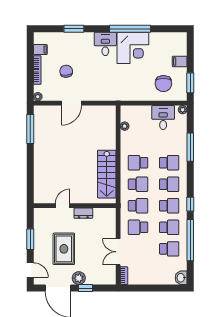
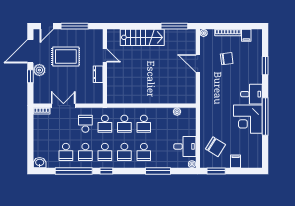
chair: (163, 84) -> (216, 147), turned -148
school desk: (138, 163) -> (144, 124), turned 180
stairs: (107, 174) -> (142, 37), moved, turned 180
window: (30, 239) -> (75, 26), width x1.44

